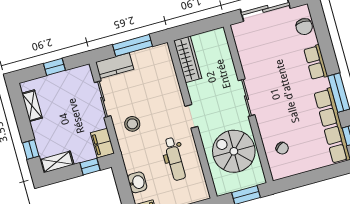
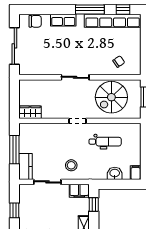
wardrobe: (188, 59) -> (30, 112), width x0.67

